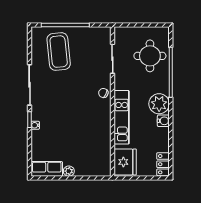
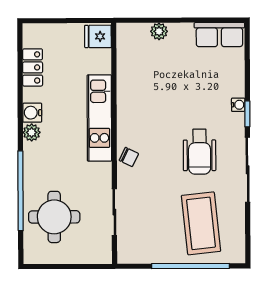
wheelchair: (59, 96) -> (200, 152), added
plant: (159, 104) -> (32, 132), width x0.53, depth x0.53
fridge: (125, 162) -> (98, 36), width x0.53, depth x0.75
locker: (163, 164) -> (33, 67), moved
plant: (69, 171) -> (159, 31), moved

